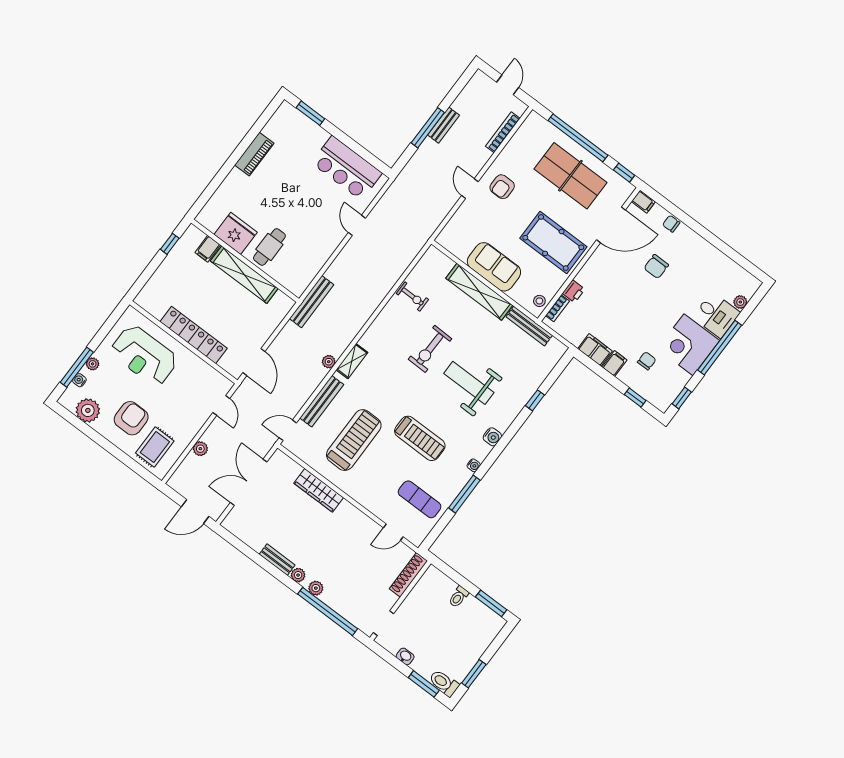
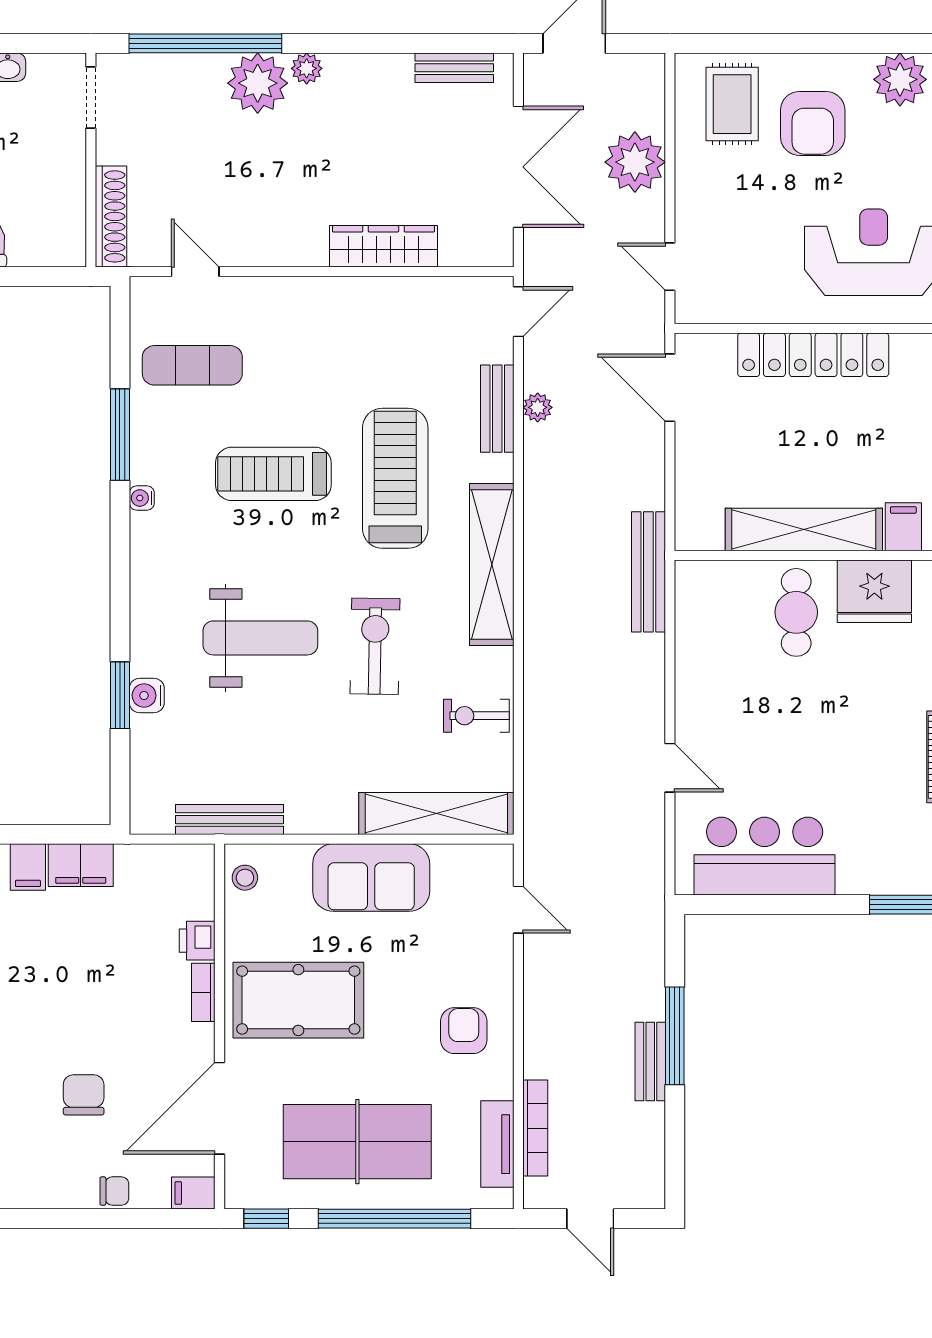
tv unit: (521, 137) -> (497, 1144), added
door: (470, 189) -> (518, 910), moved
shelving: (479, 292) -> (436, 813), moved
bookcase: (557, 308) -> (203, 992), moved
shelving: (352, 361) -> (492, 565), width x2.20, depth x1.33
plant: (329, 362) -> (538, 407), moved
window: (535, 400) -> (120, 695), width x1.50
bench: (322, 401) -> (497, 409), width x0.73
water cooler: (492, 437) -> (147, 695), moved
treadmill: (354, 440) -> (395, 478), moved, turned 180
plant: (200, 449) -> (635, 162), width x1.88, depth x1.88
door: (393, 532) -> (195, 272), hinge flipped
bench: (277, 560) -> (454, 68), moved
plant: (316, 588) -> (258, 83), width x1.87, depth x1.87

